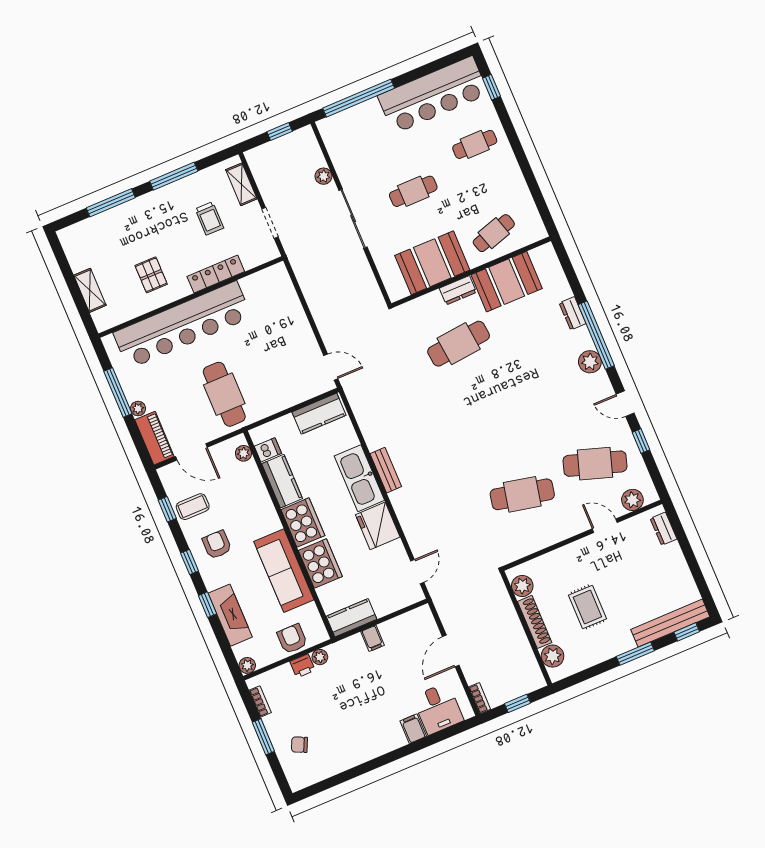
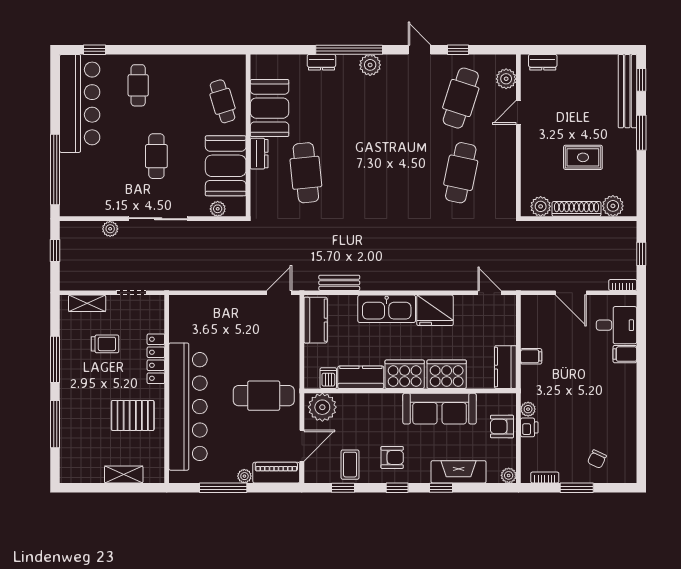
plant: (387, 273) -> (218, 209), added
pallet: (151, 275) -> (133, 415), width x1.50, depth x1.42
door: (625, 404) -> (420, 50), swing flipped
plant: (243, 453) -> (322, 407), width x1.87, depth x1.87
bench: (386, 470) -> (339, 283), moved
armchair: (217, 545) -> (392, 457), turned 180

